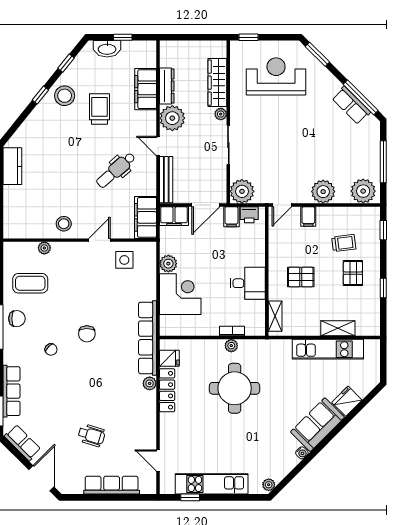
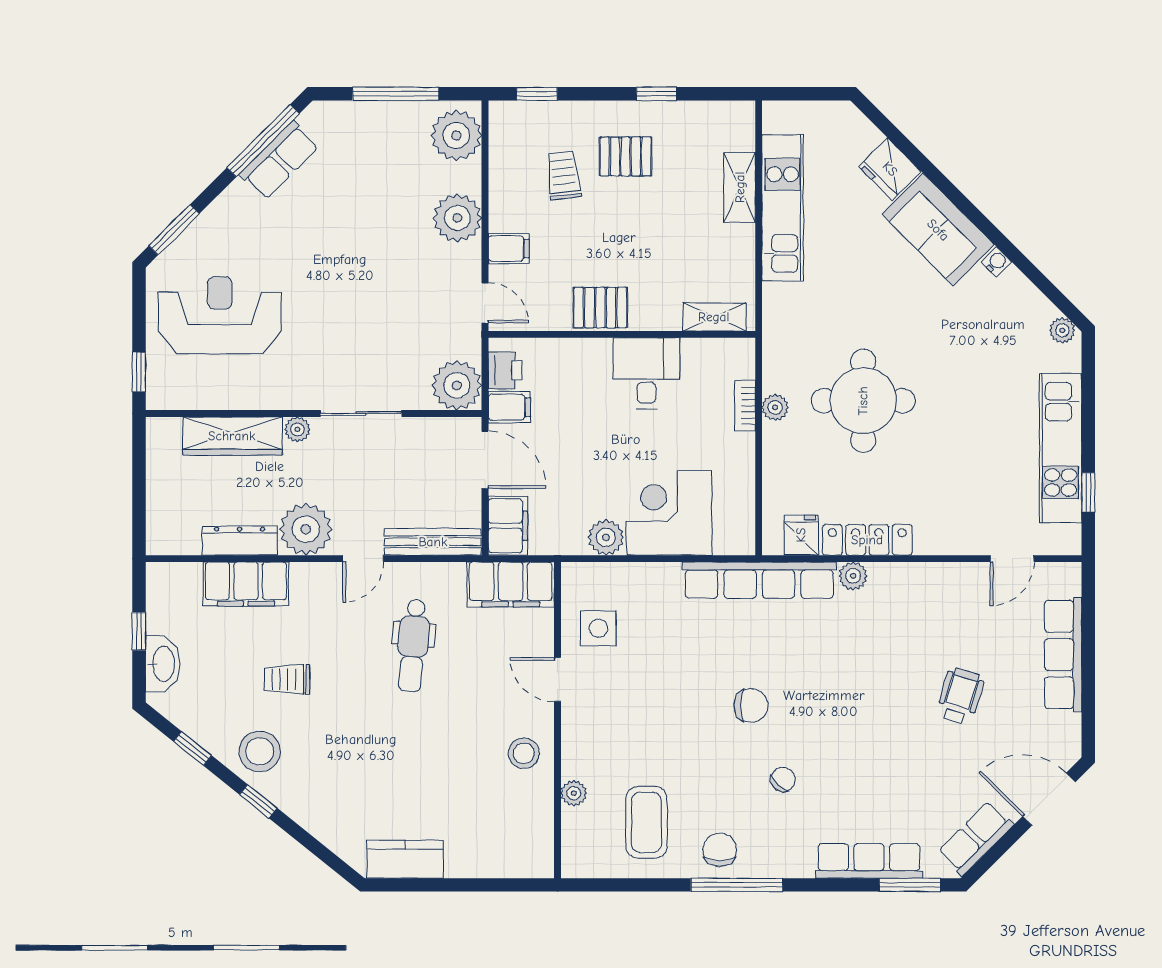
reception desk: (276, 76) -> (220, 315), turned 90
trolley: (99, 109) -> (287, 679), width x0.73, depth x0.72
dental chair: (116, 170) -> (413, 646), turned 46
pallet: (301, 277) -> (600, 308), moved, turned 90

